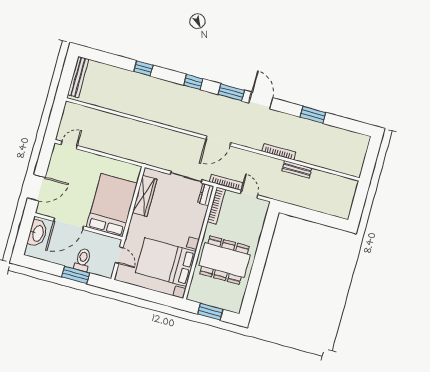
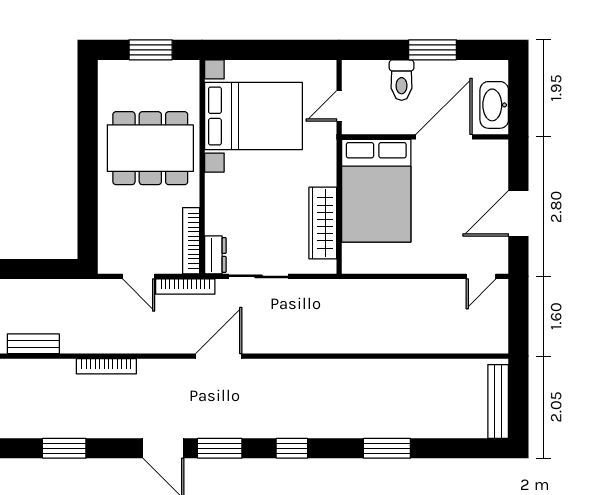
window: (143, 68) -> (387, 448), width x1.50
bench: (297, 169) -> (33, 344), moved
door: (36, 188) -> (518, 213), moved
door: (119, 255) -> (339, 106), hinge flipped
window: (76, 275) -> (433, 50), moved

